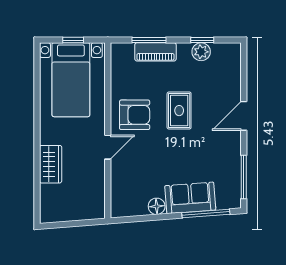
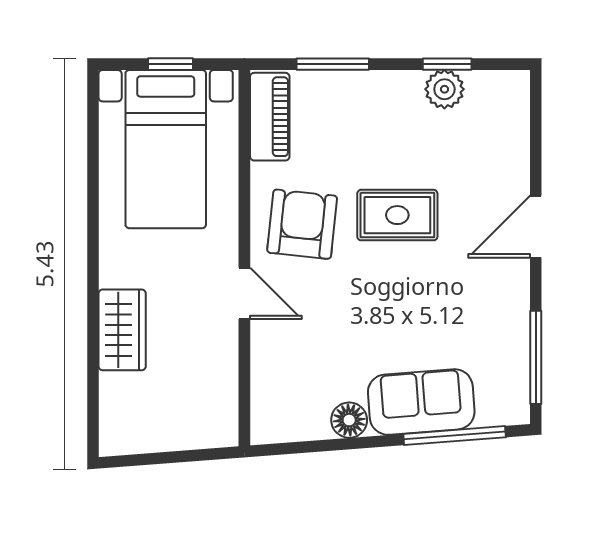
piano: (155, 52) -> (270, 117), moved, turned -90
rug: (179, 111) -> (397, 215), turned 90
armchair: (135, 115) -> (302, 224), turned -84
door: (108, 147) -> (244, 293), hinge flipped

